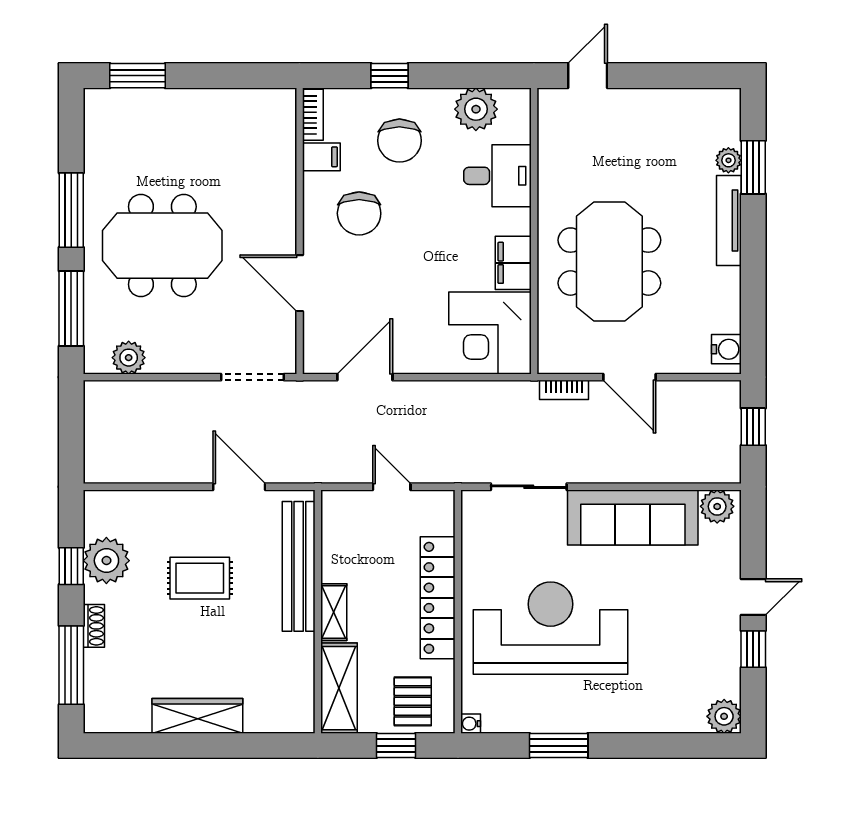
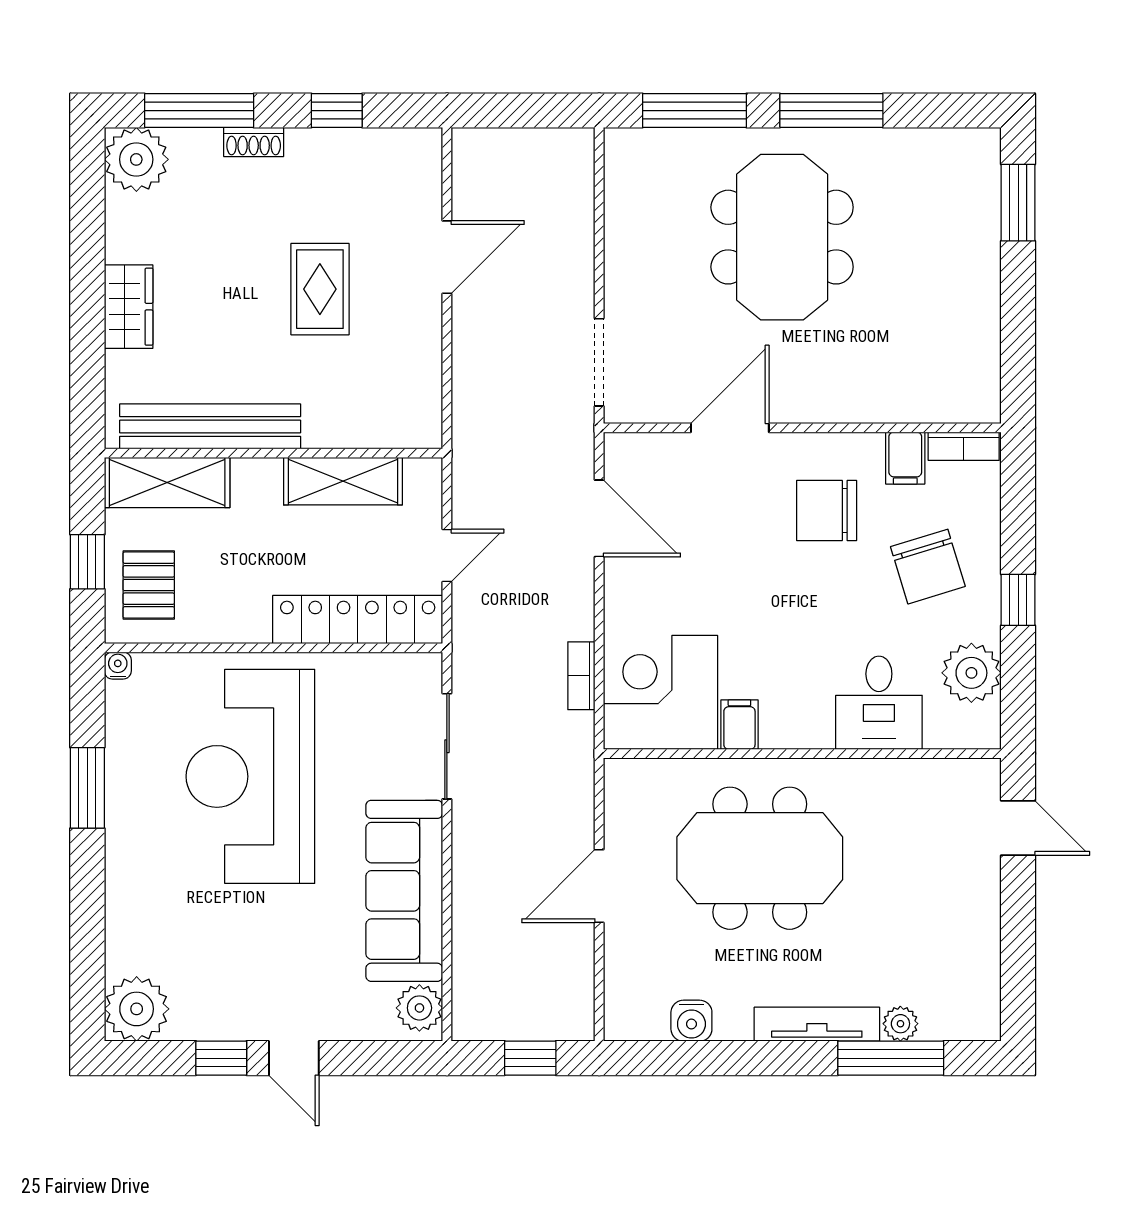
window: (389, 76) -> (1018, 600), moved
chair: (399, 141) -> (928, 567), turned -107
window: (753, 167) -> (891, 1058), width x1.44
filing cabinet: (513, 263) -> (739, 725), width x0.50
water cooler: (726, 349) -> (691, 1021), moved
plant: (129, 358) -> (626, 190), removed
bookcase: (564, 390) -> (581, 676), moved
door: (239, 487) -> (447, 257), moved
plant: (106, 561) -> (136, 159), moved
bench: (299, 566) -> (210, 426), moved
locker: (438, 598) -> (358, 620), moved
shelving: (334, 612) -> (343, 481), moved, width x1.50, depth x1.33
reception desk: (551, 628) -> (250, 776), turned 180
pallet: (413, 701) -> (149, 585), turned 90
wardrobe: (197, 716) -> (129, 307), width x0.67
plant: (724, 716) -> (137, 1009), width x1.36, depth x1.36

